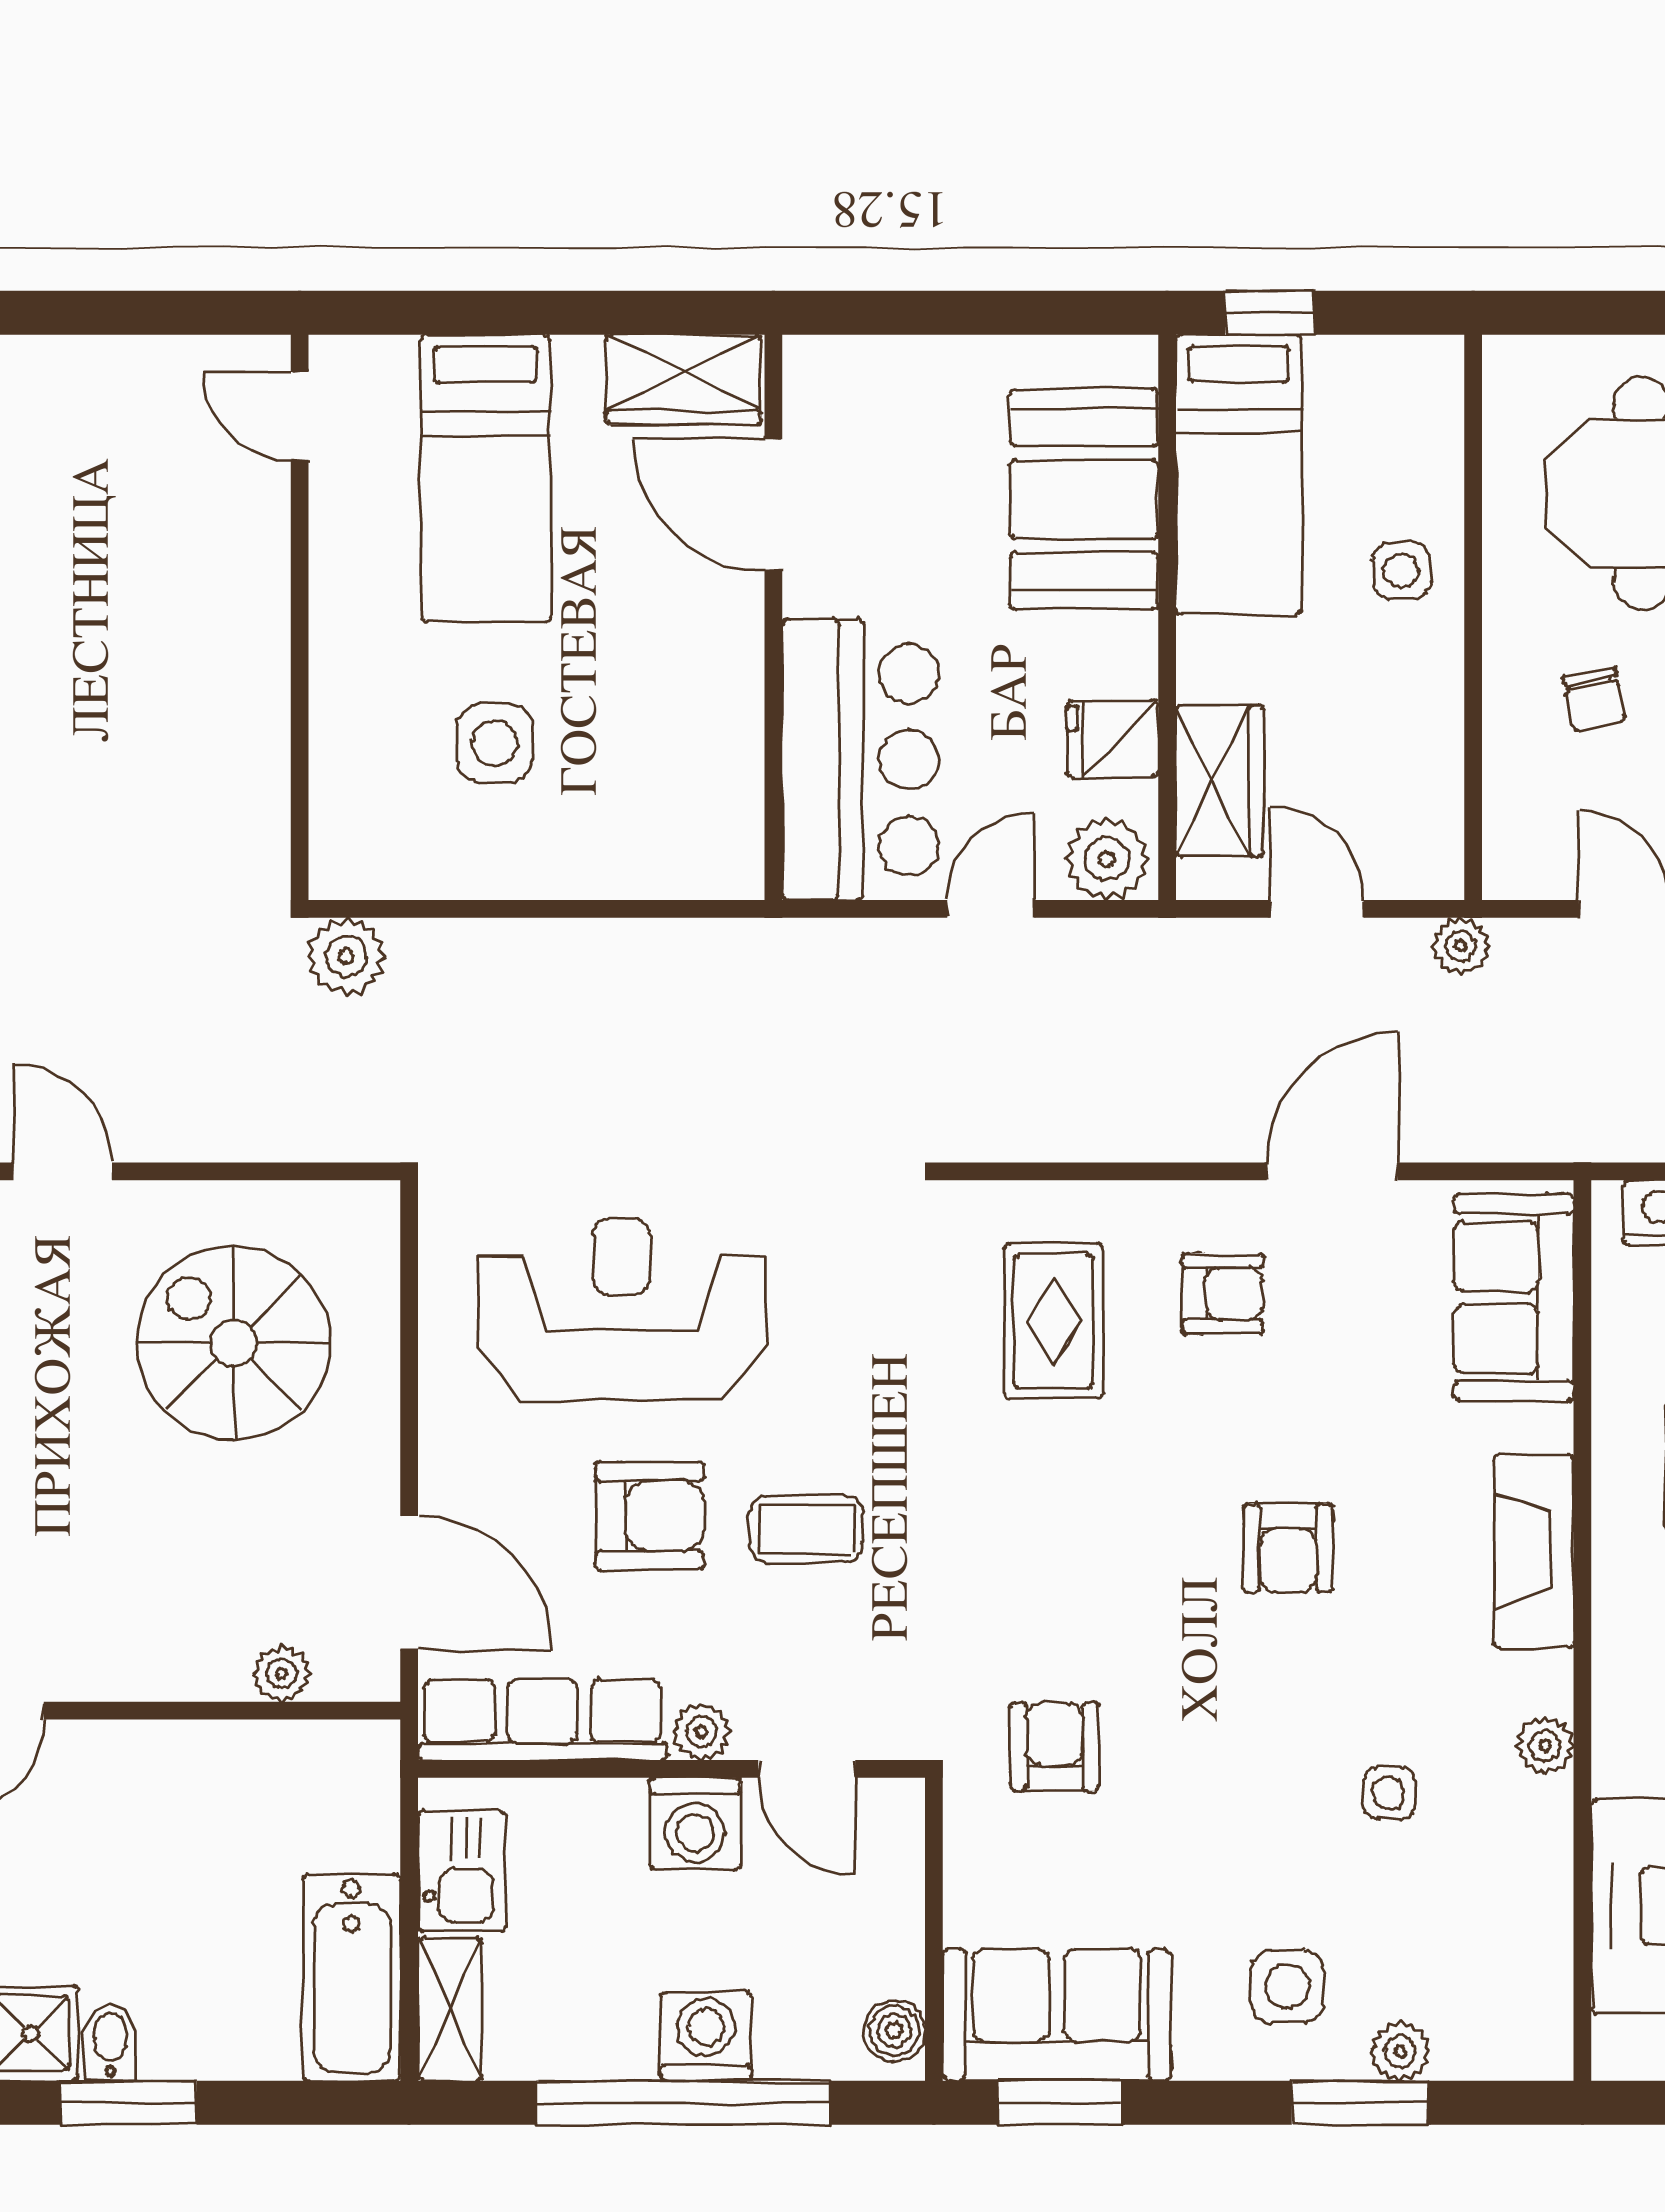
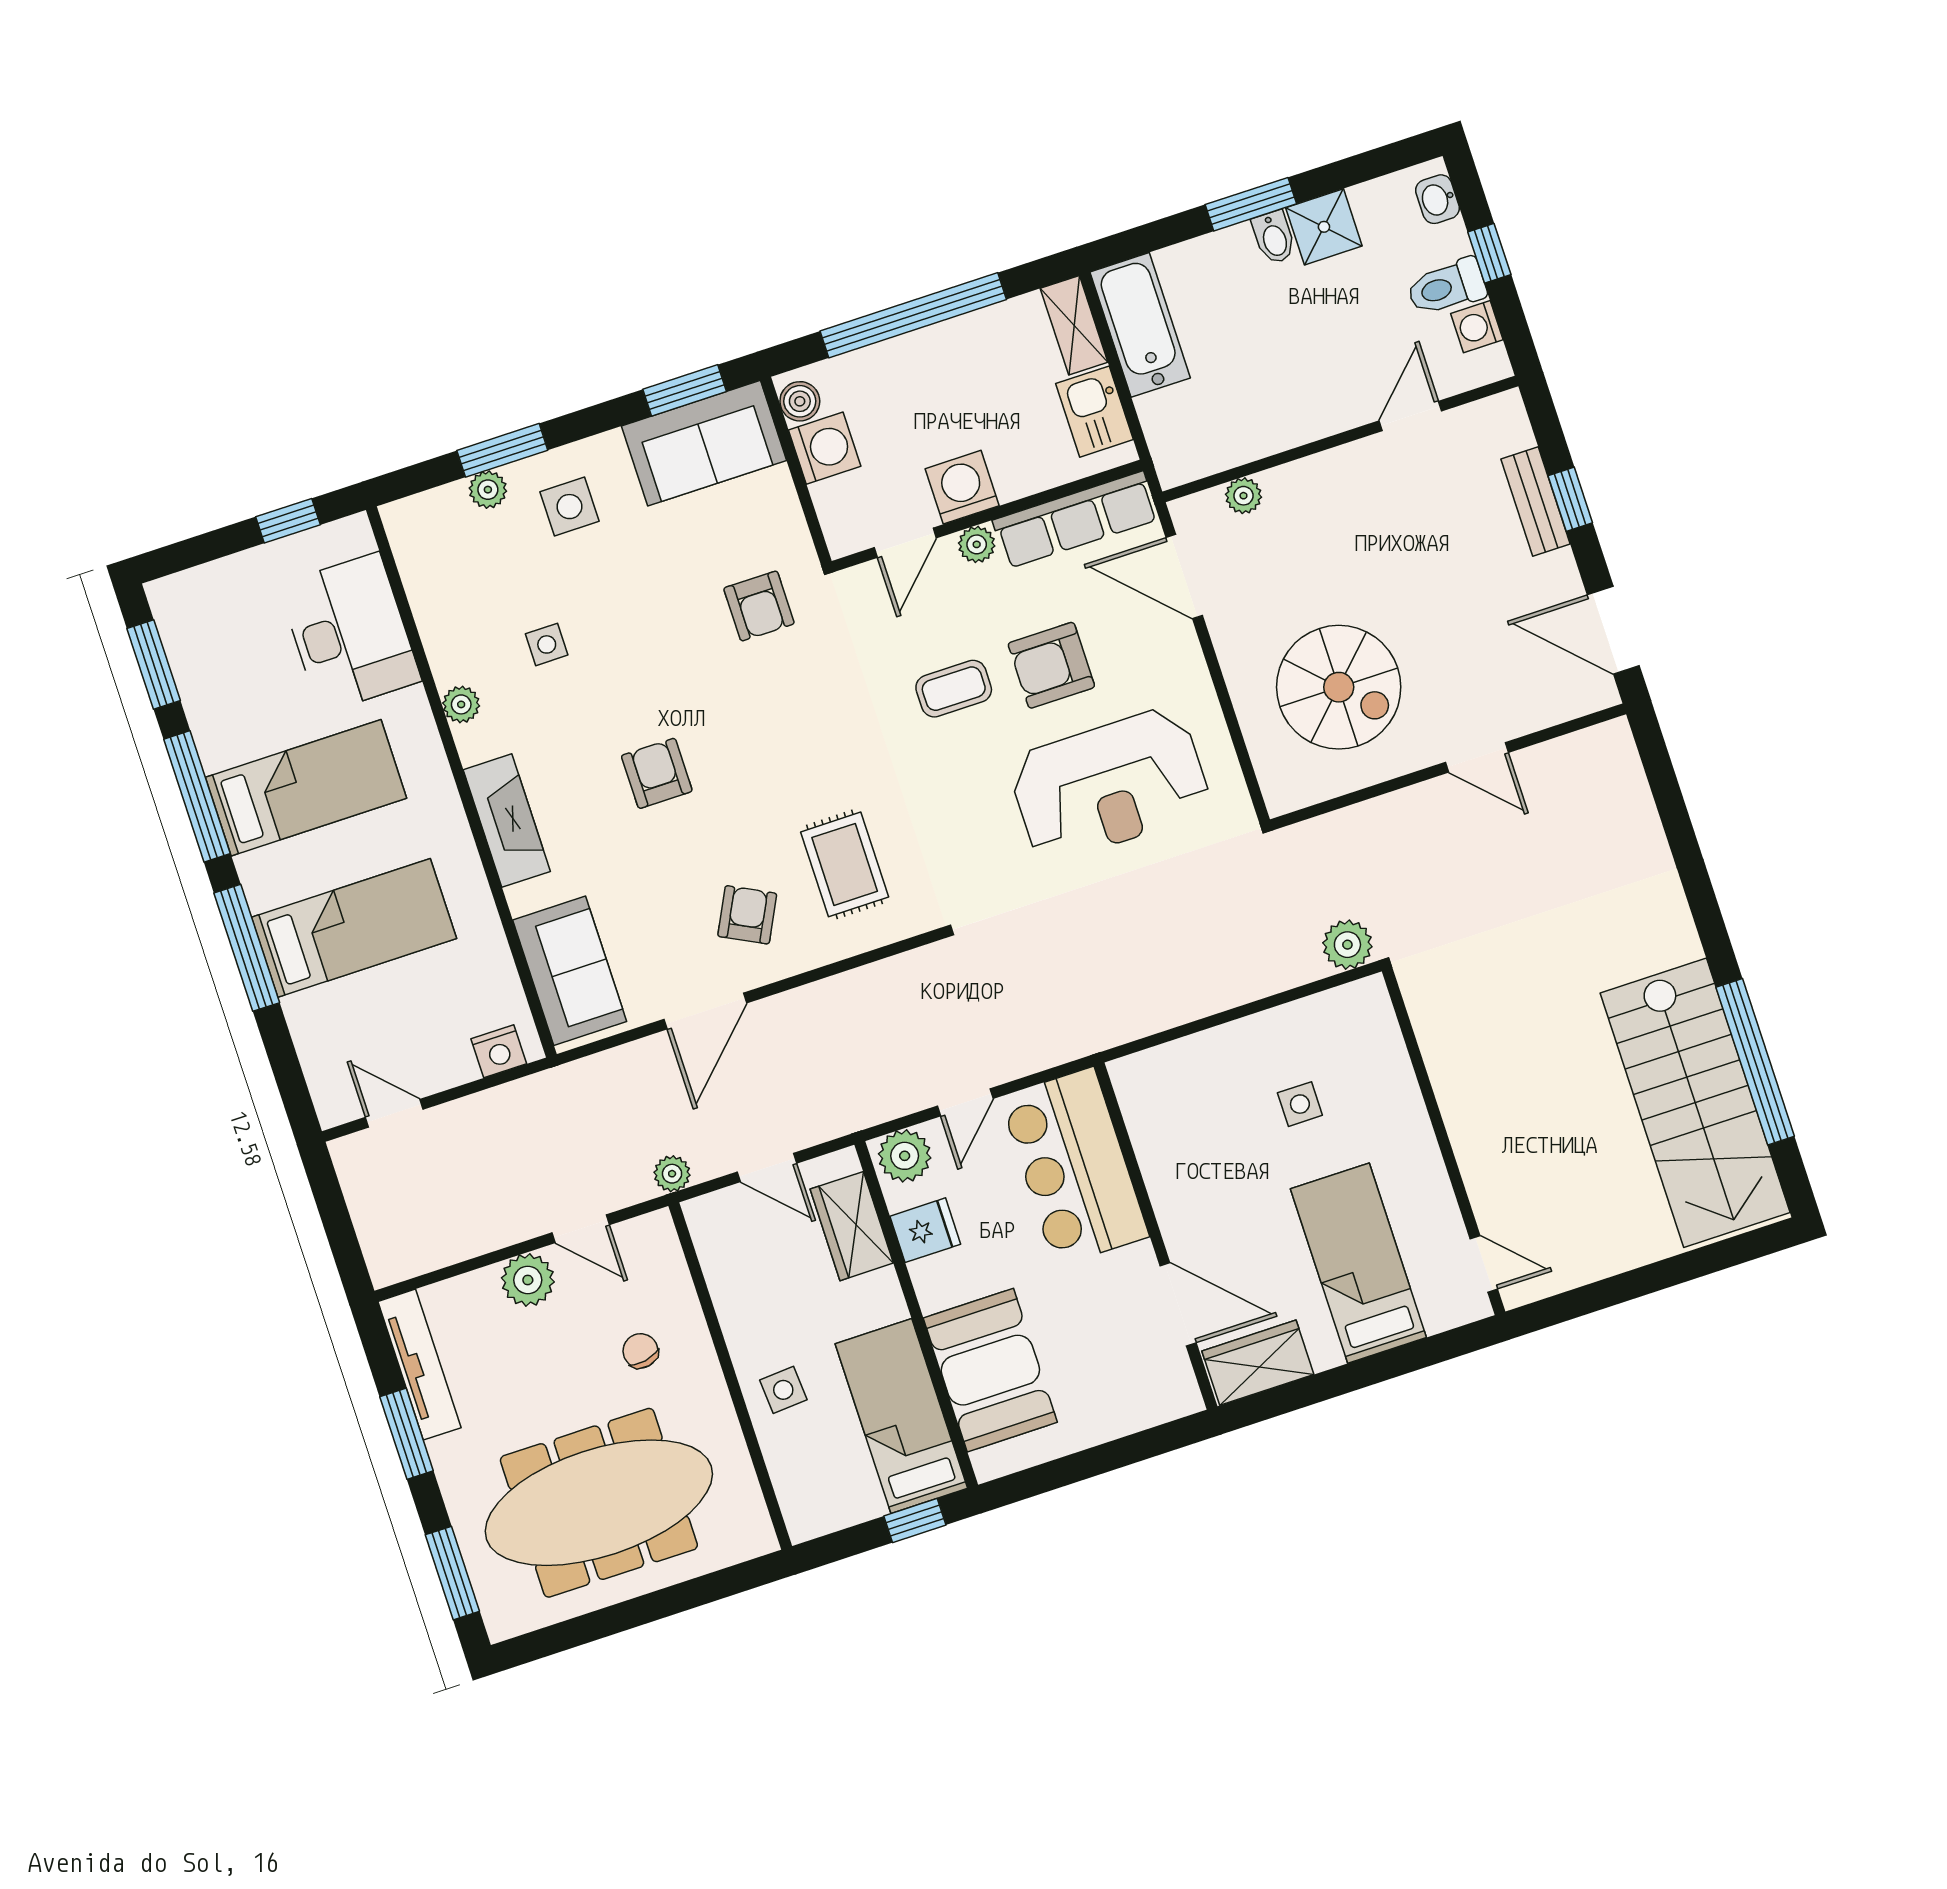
side table: (495, 743) -> (1300, 1104), width x0.73, depth x0.73
armchair: (1223, 1294) -> (747, 915), turned 117
door: (807, 1769) -> (905, 543), swing flipped
washing machine: (706, 2036) -> (825, 448), moved, turned -90

